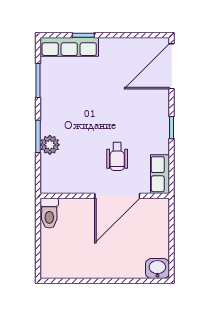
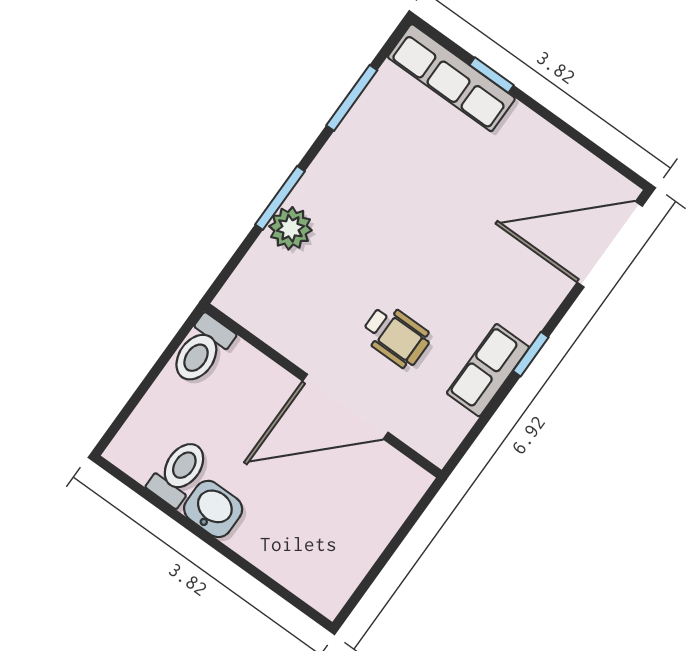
wheelchair: (117, 157) -> (396, 336), turned -90
row of seats: (160, 174) -> (488, 370), moved
toilet: (73, 264) -> (179, 472), added
washbasin: (157, 268) -> (213, 509), moved

